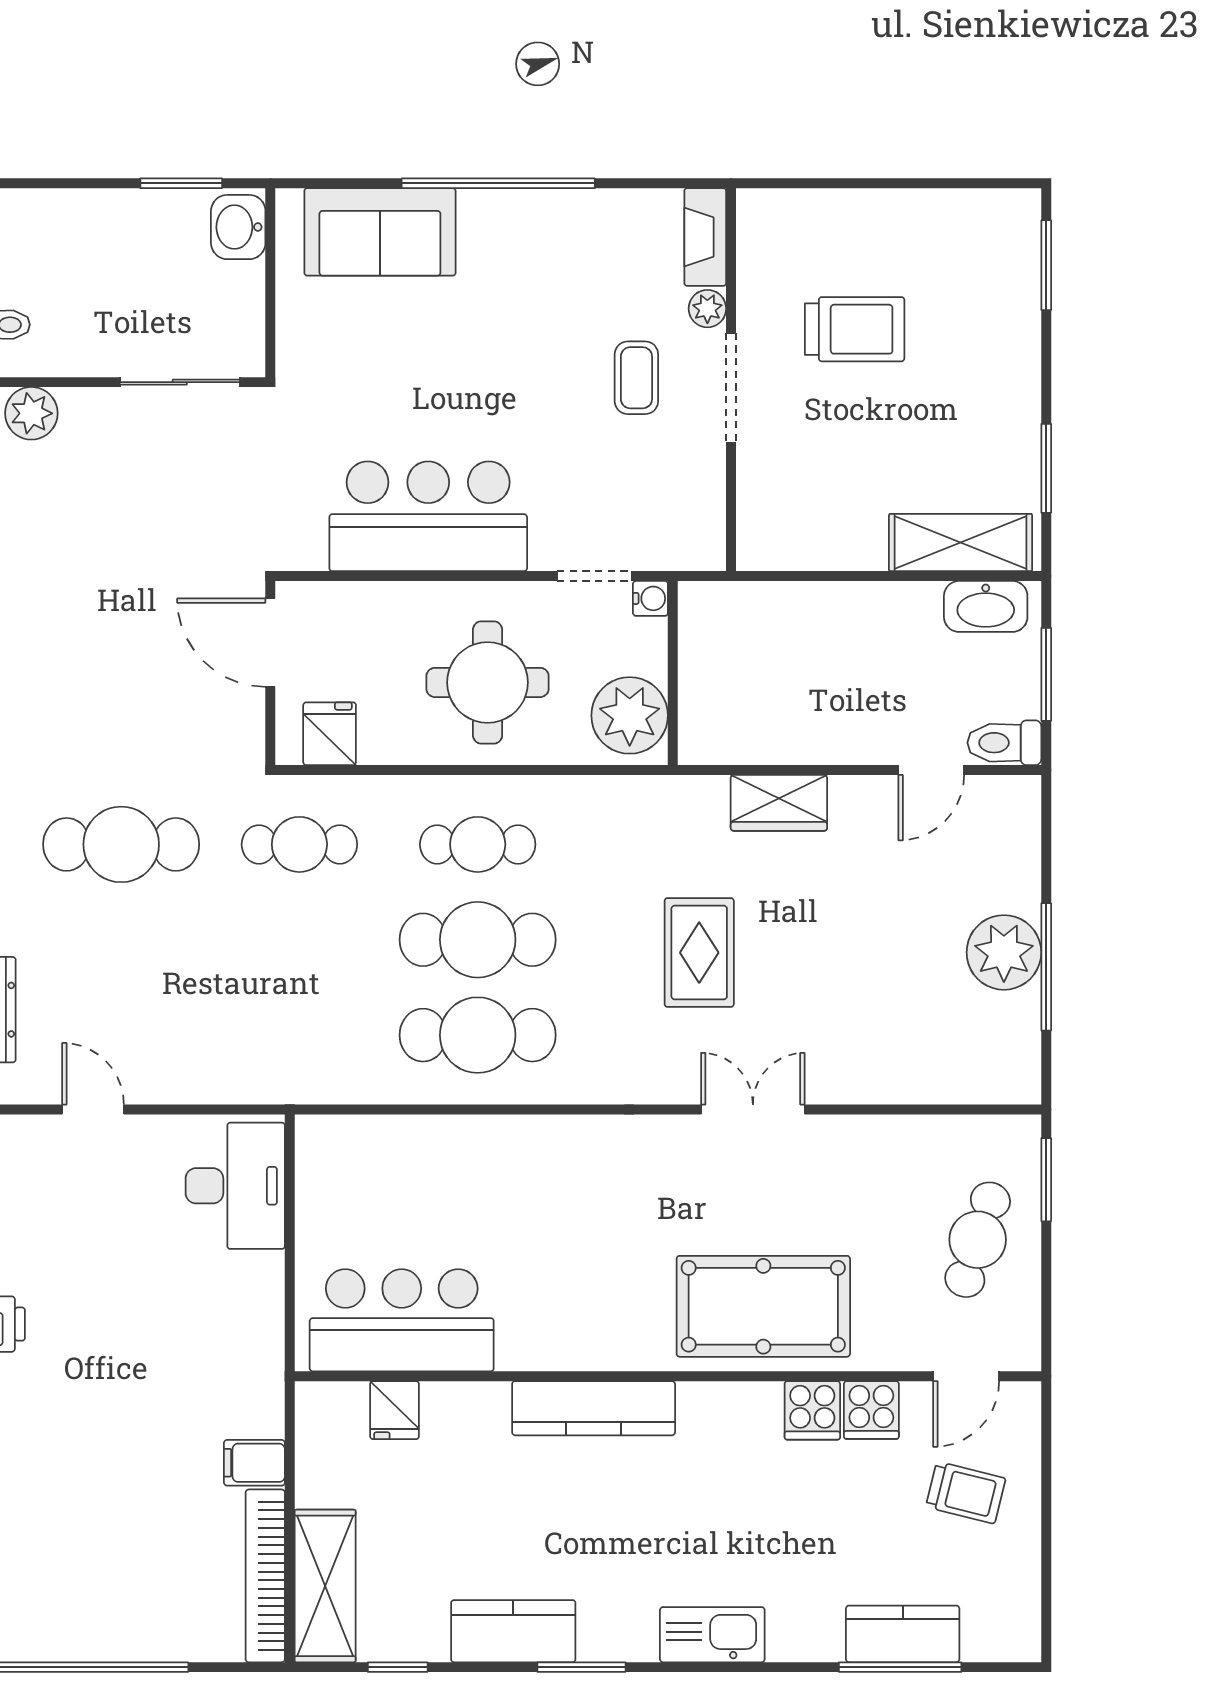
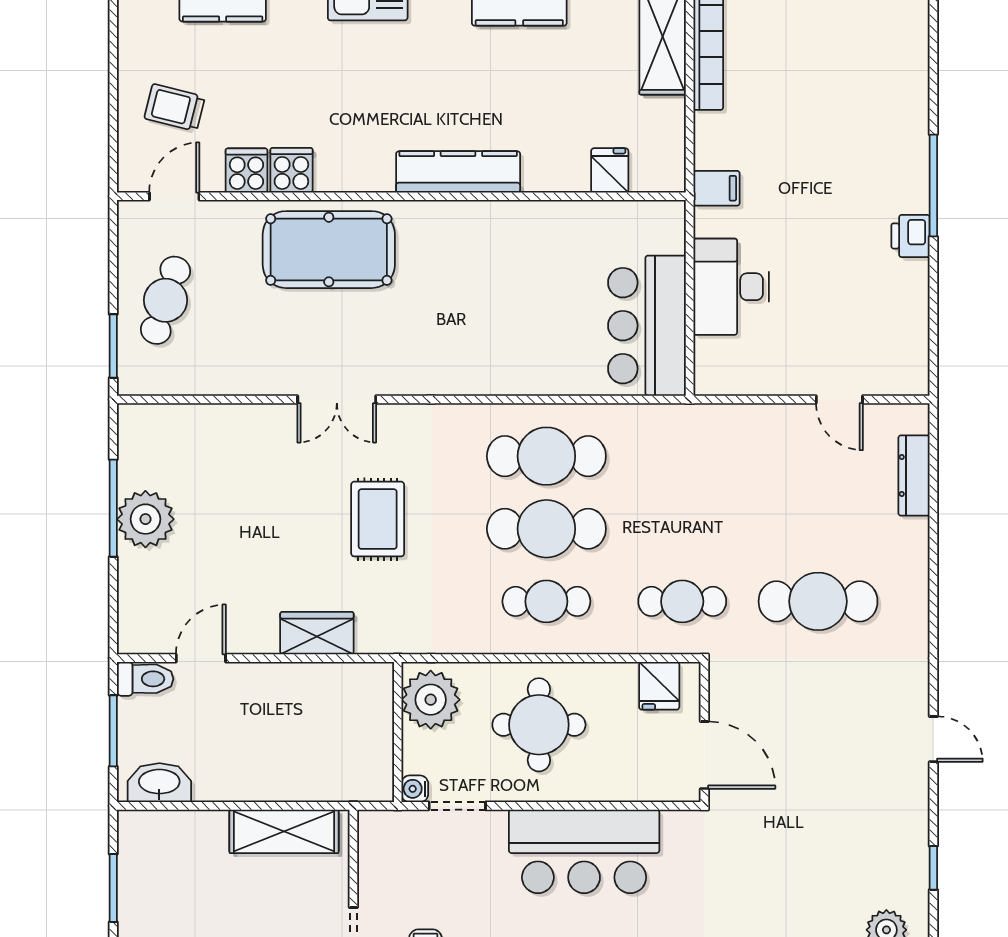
shelving: (961, 543) -> (284, 831), moved
desk: (235, 1186) -> (731, 287), moved
bar counter: (402, 1320) -> (647, 326), moved, turned 90
filing cabinet: (254, 1463) -> (717, 188), moved

